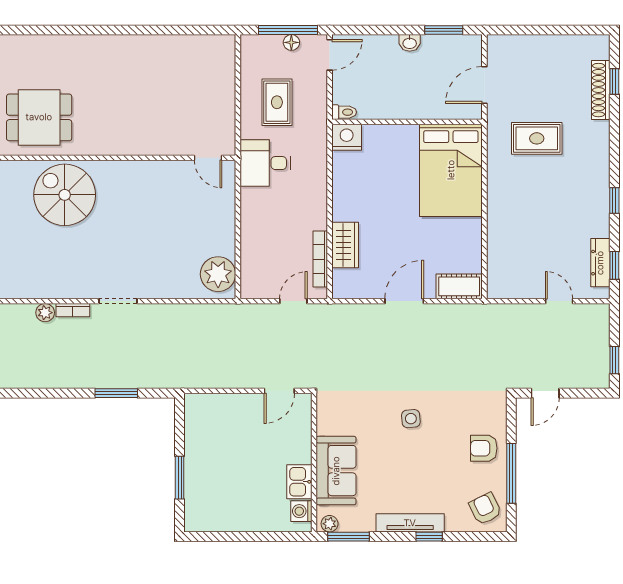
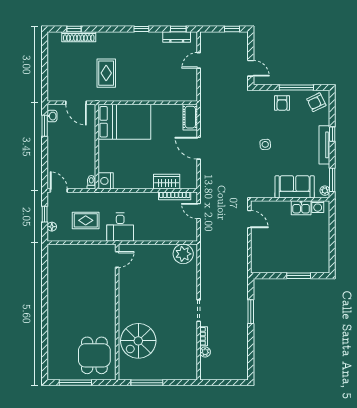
window: (288, 30) -> (45, 214), width x0.46
floor lamp: (291, 42) -> (52, 227), moved
washbasin: (410, 43) -> (52, 116), moved

